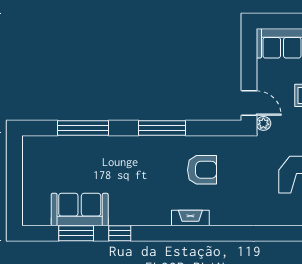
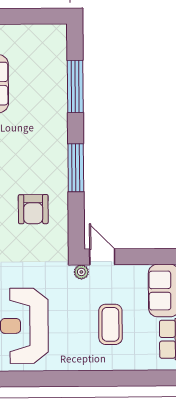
door: (249, 103) -> (102, 257), swing flipped

